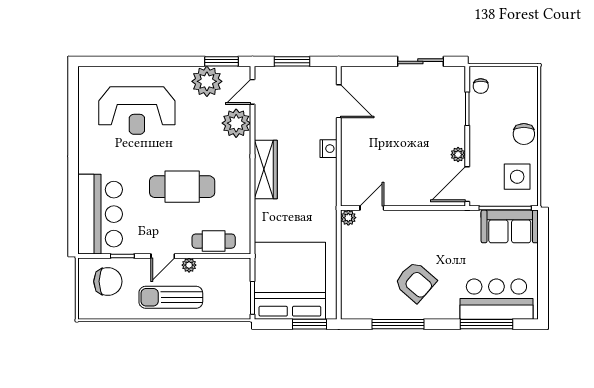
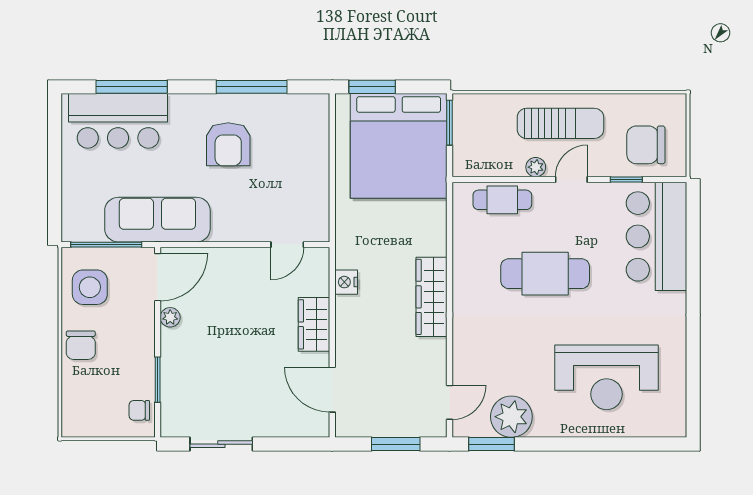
chair: (481, 86) -> (139, 410), turned -90
reception desk: (137, 110) -> (607, 377), turned 180
plant: (236, 123) -> (472, 360), removed
chair: (524, 134) -> (81, 345), turned 180
nightstand: (329, 149) -> (346, 282), moved
wardrobe: (352, 149) -> (314, 324), added
plant: (348, 218) -> (319, 232), removed
sofa: (510, 226) -> (157, 220), moved, width x1.36
armchair: (415, 282) -> (228, 144), turned -131

